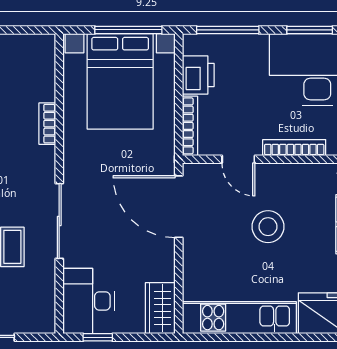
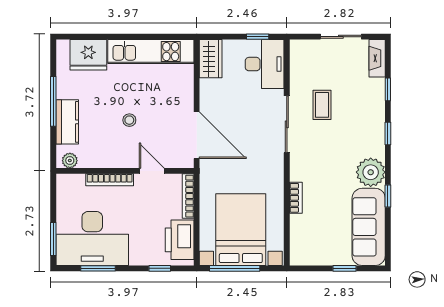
window: (228, 30) -> (160, 268), width x0.46
printer: (198, 75) -> (180, 240), width x1.37, depth x1.19
stool: (268, 227) -> (129, 120), width x0.53, depth x0.53

